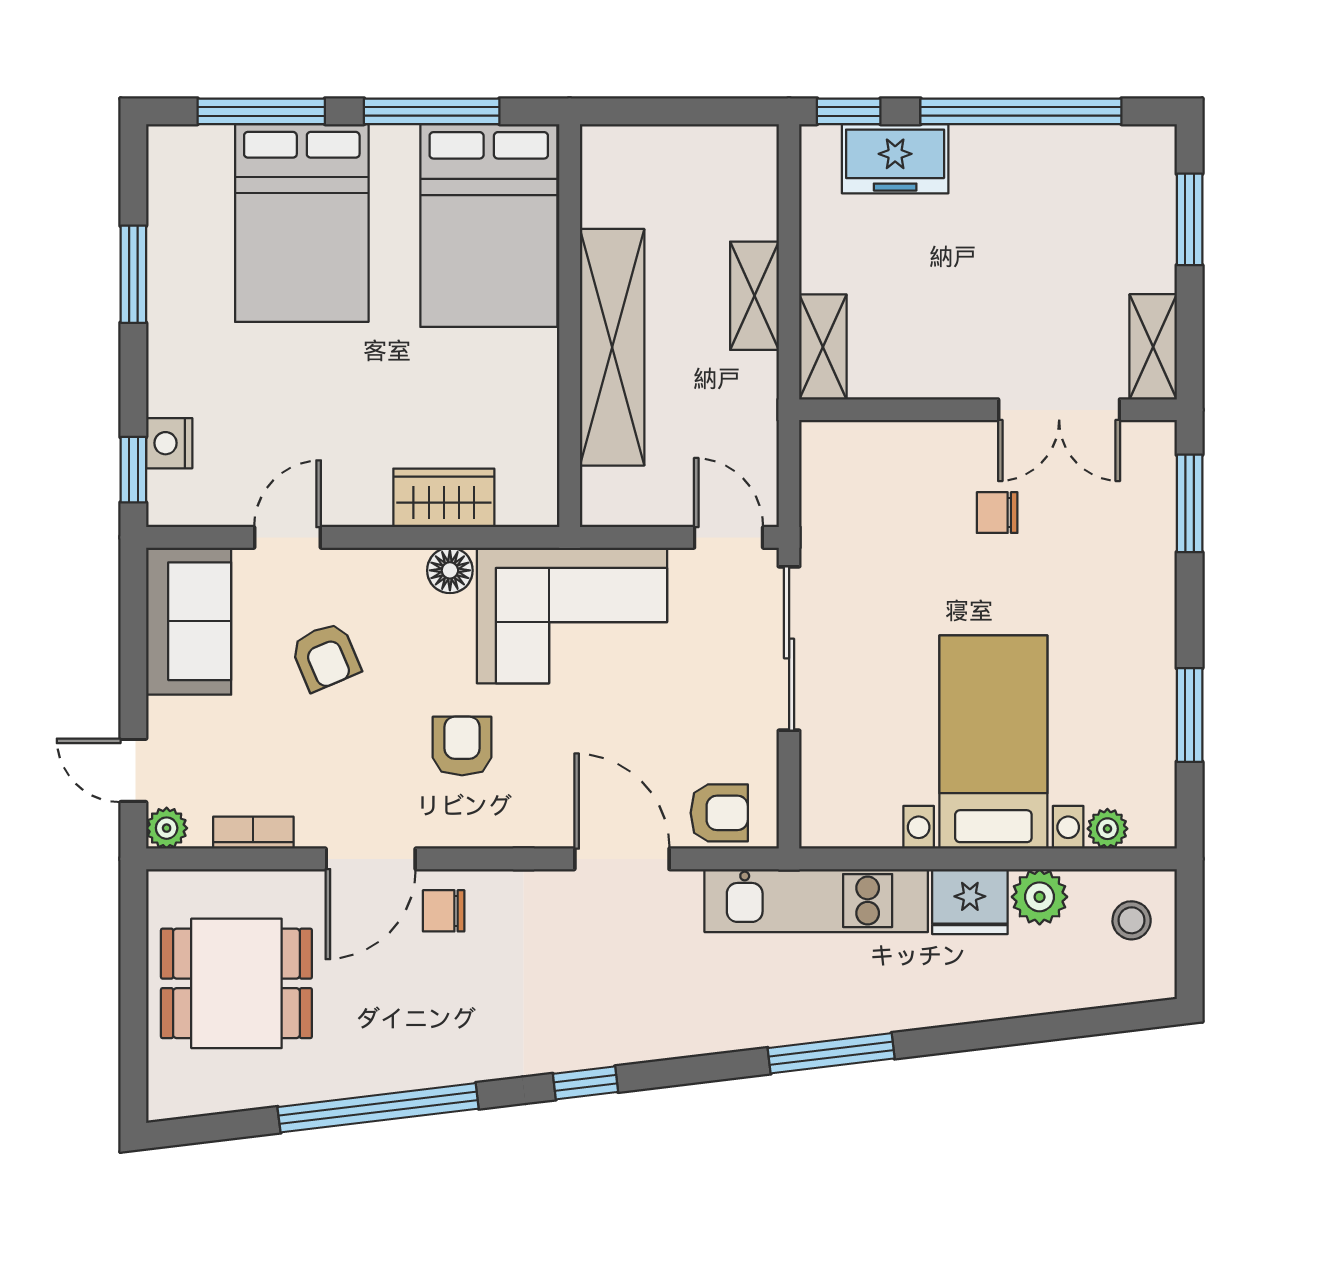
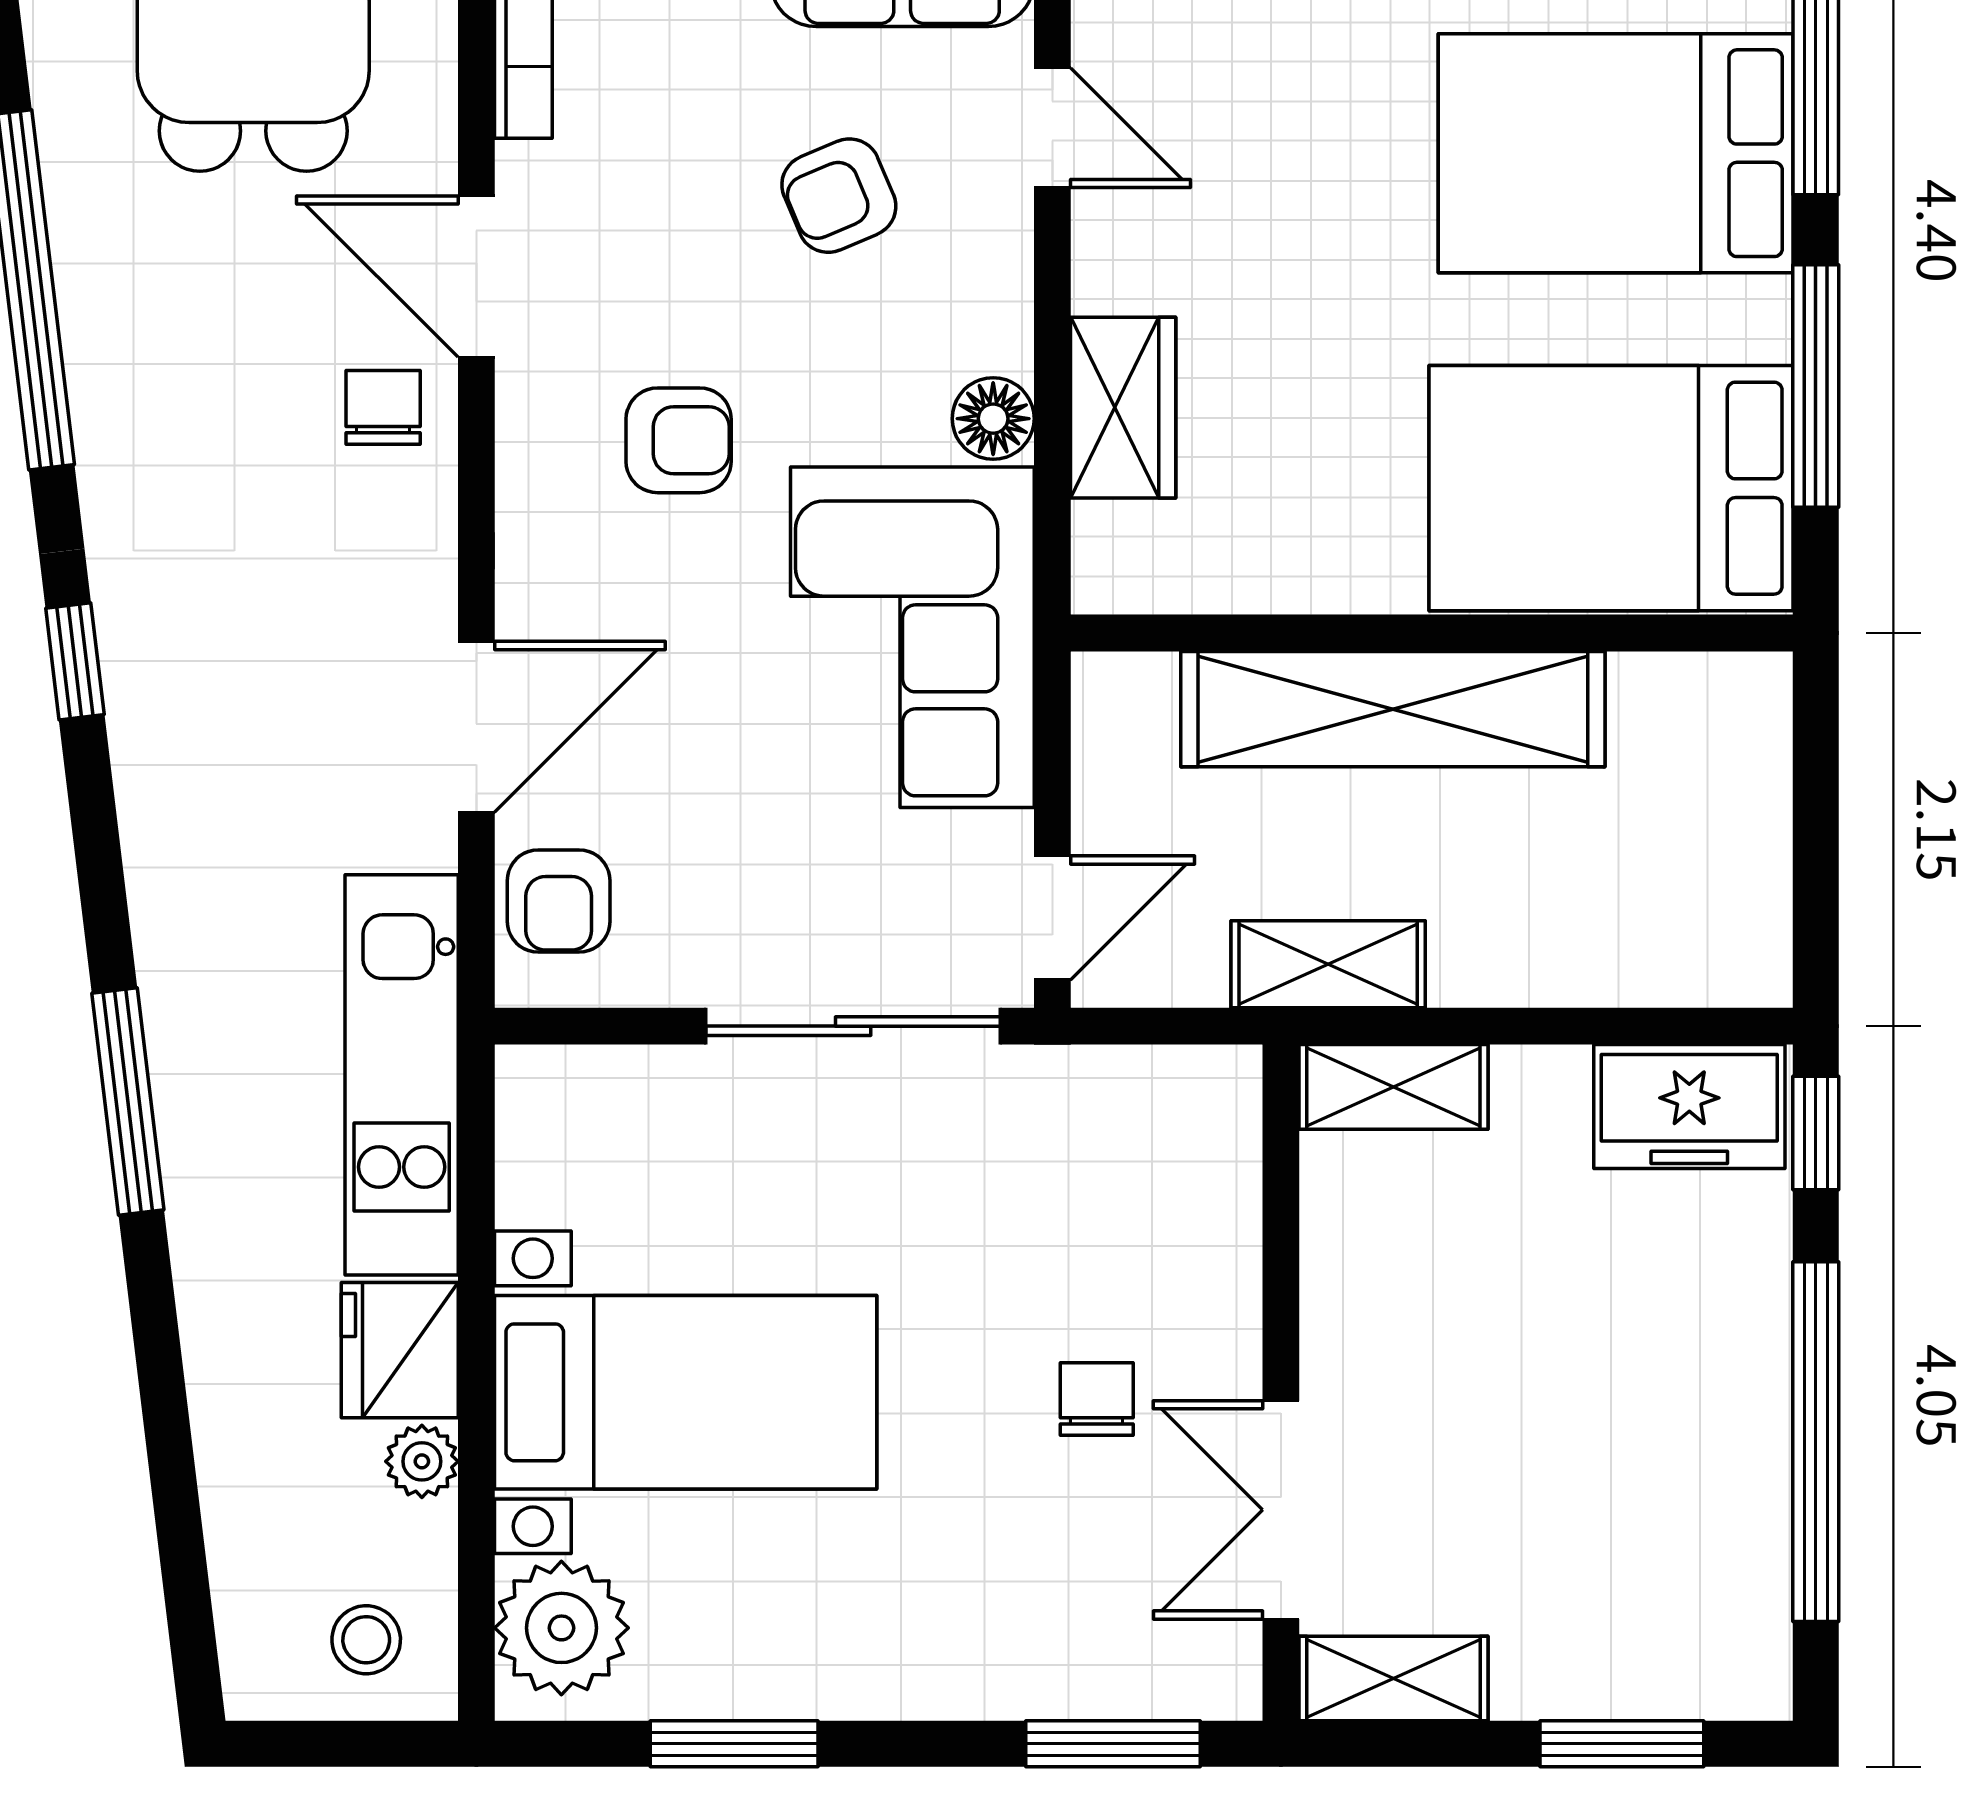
freezer: (895, 159) -> (1689, 1106), moved, turned -90
shelving: (754, 296) -> (1328, 964), moved
plant: (1107, 829) -> (561, 1628), width x1.87, depth x1.87
plant: (1040, 897) -> (422, 1461), width x0.73, depth x0.73

